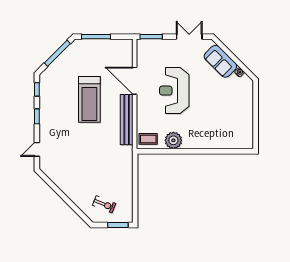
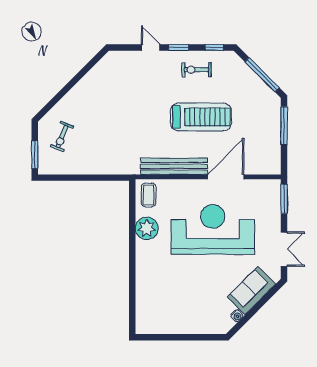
reception desk: (174, 91) -> (213, 229), width x1.36, depth x1.30
treadmill: (89, 99) -> (201, 117), turned 180
exercise bike: (54, 103) -> (196, 70), added
door: (37, 149) -> (151, 48), moved

